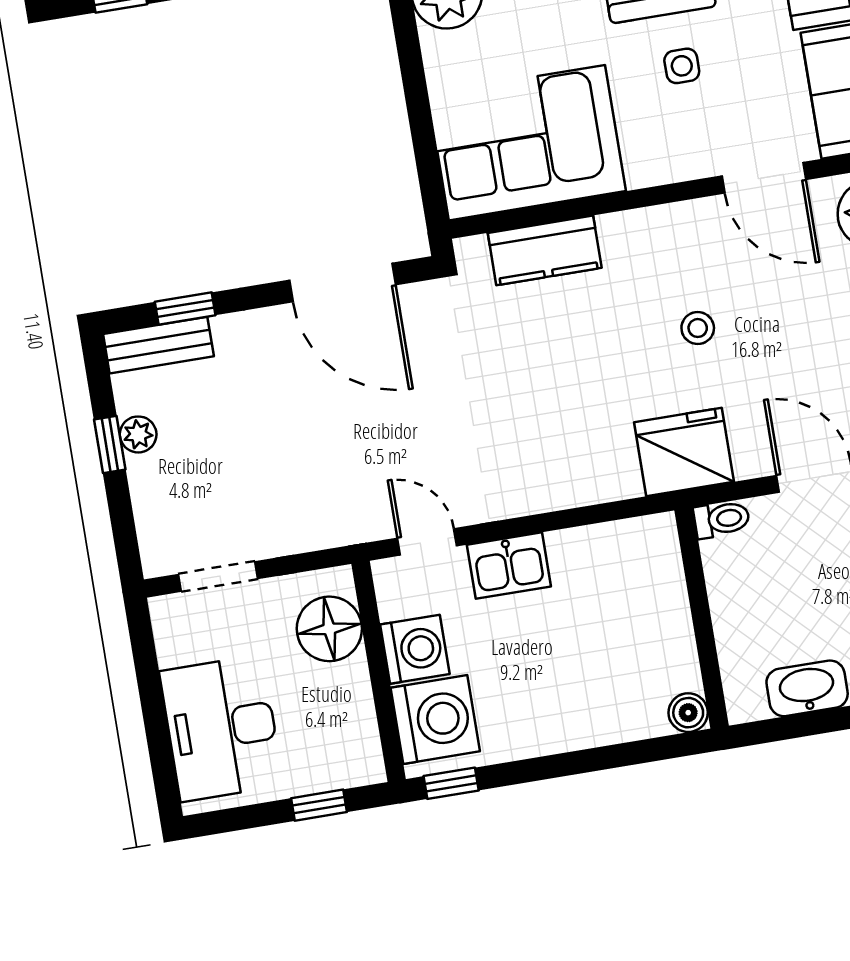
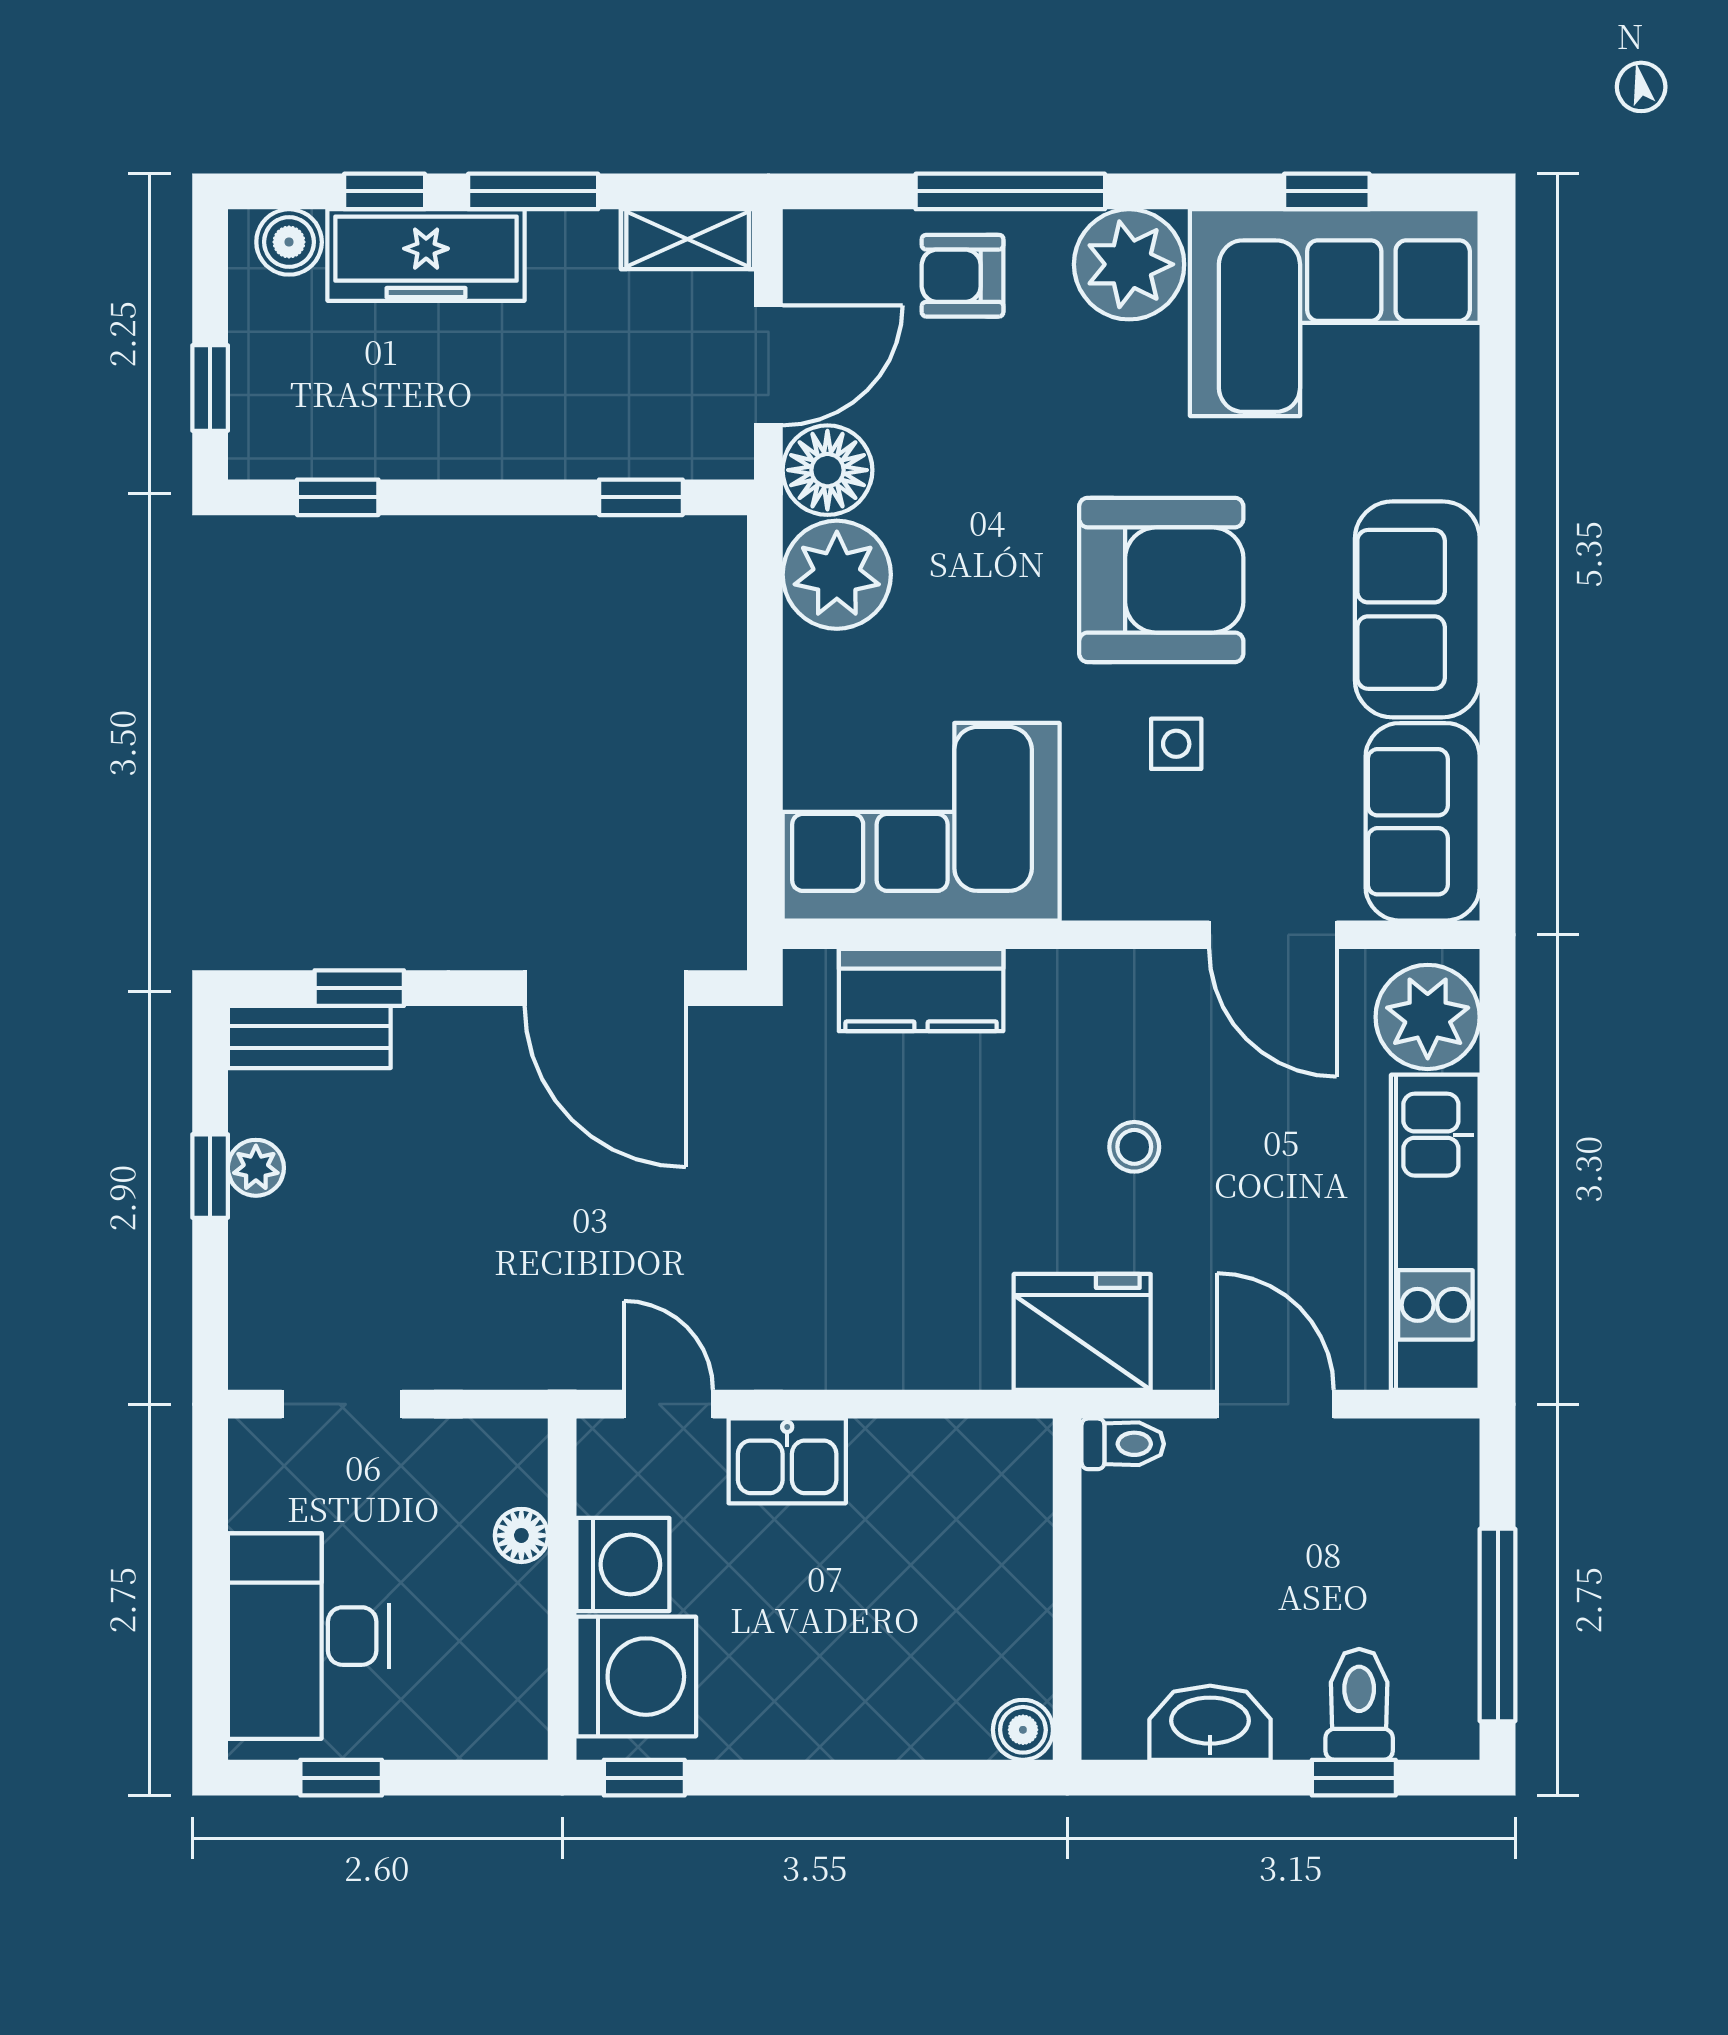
floor lamp: (329, 629) -> (521, 1535), width x0.53, depth x0.53
window: (319, 805) -> (341, 1778), moved

